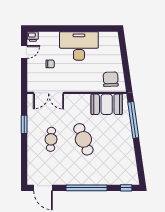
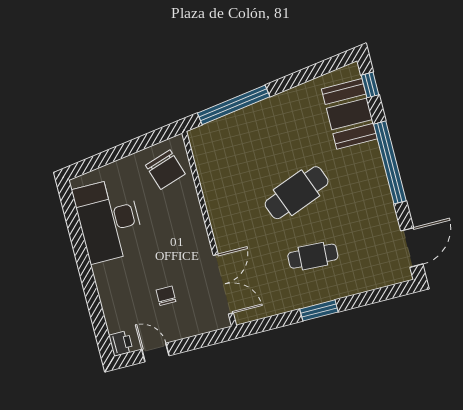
desk: (79, 46) -> (109, 220), moved
chair: (111, 79) -> (165, 170), turned -105
booth: (107, 104) -> (349, 114), moved
window: (24, 124) -> (319, 310), moved

